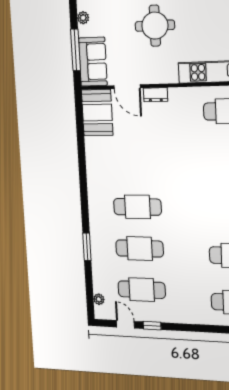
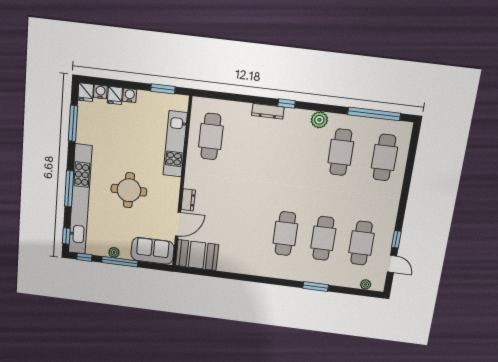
window: (76, 50) -> (120, 262), moved
door: (125, 324) -> (392, 264), swing flipped

